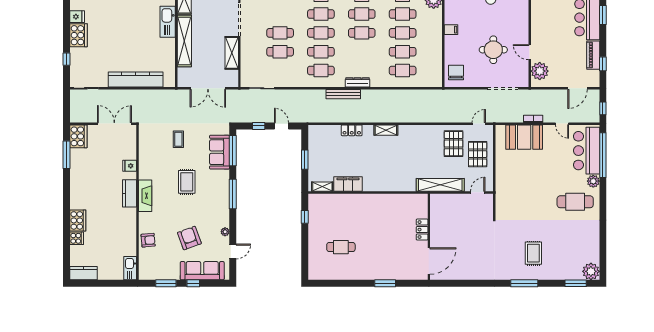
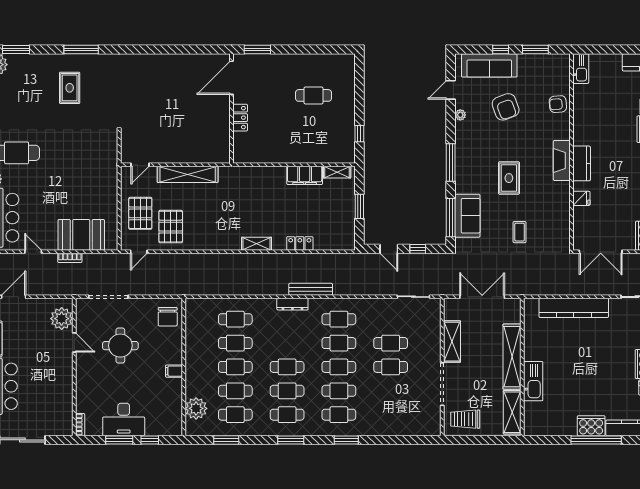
locker: (422, 230) -> (240, 118), moved
wall: (429, 237) -> (232, 108), moved
door: (429, 261) -> (232, 78), moved

